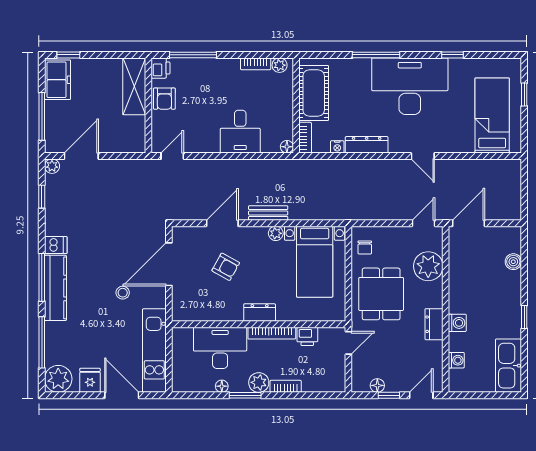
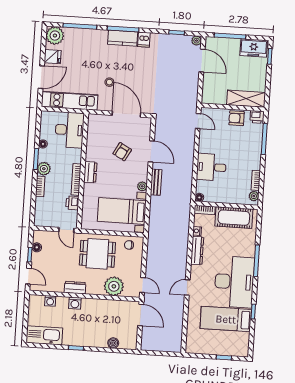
bed: (492, 116) -> (226, 319), moved, turned 180
kitchen counter: (55, 288) -> (123, 38), width x0.67
desk: (220, 348) -> (69, 130), moved

